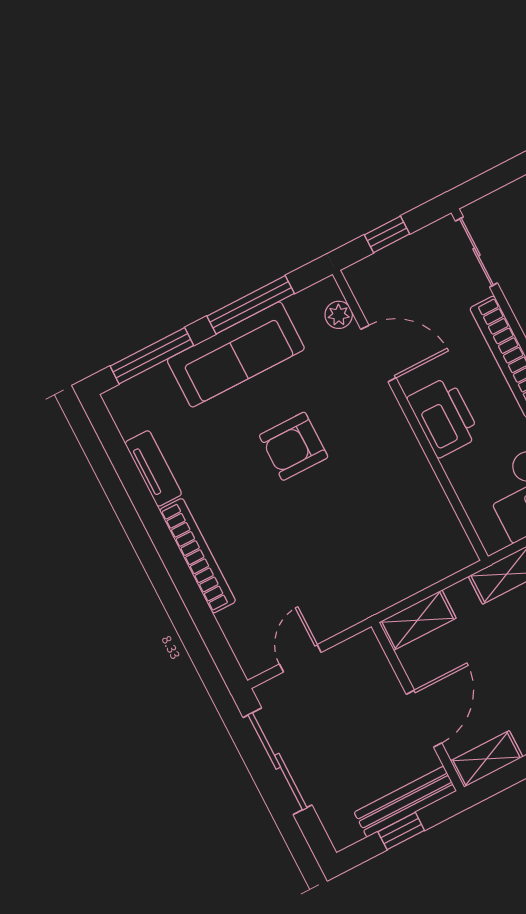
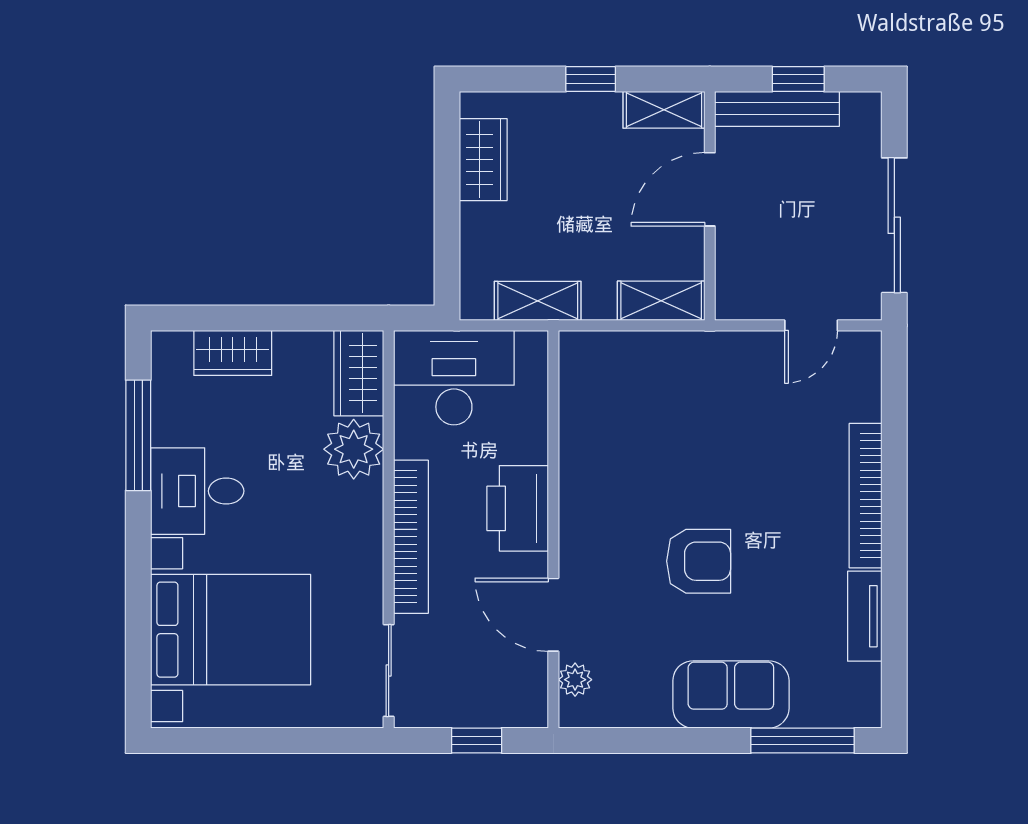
window: (251, 305) -> (666, 740), removed
sofa: (236, 354) -> (731, 694), width x0.73

